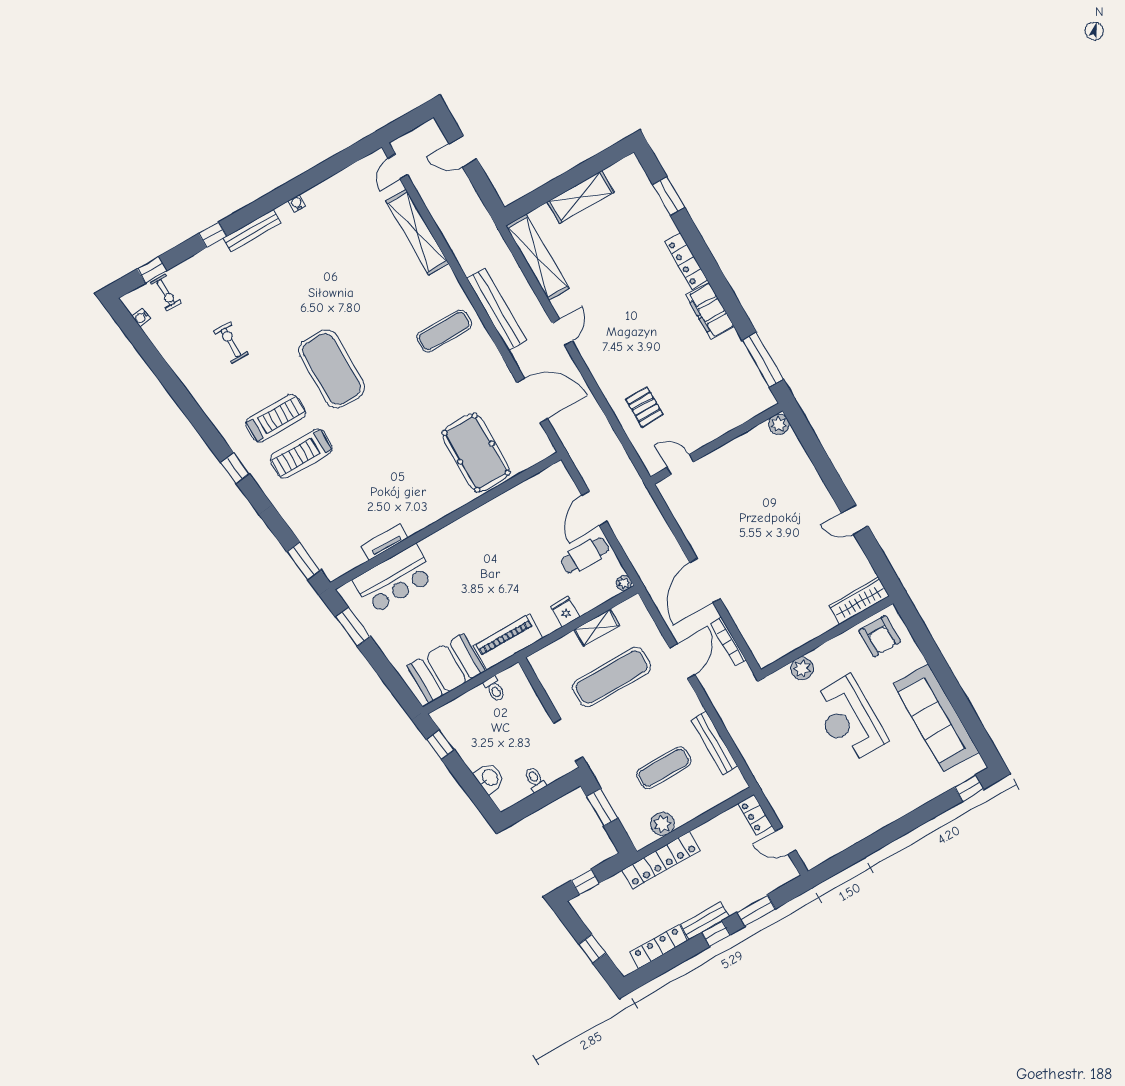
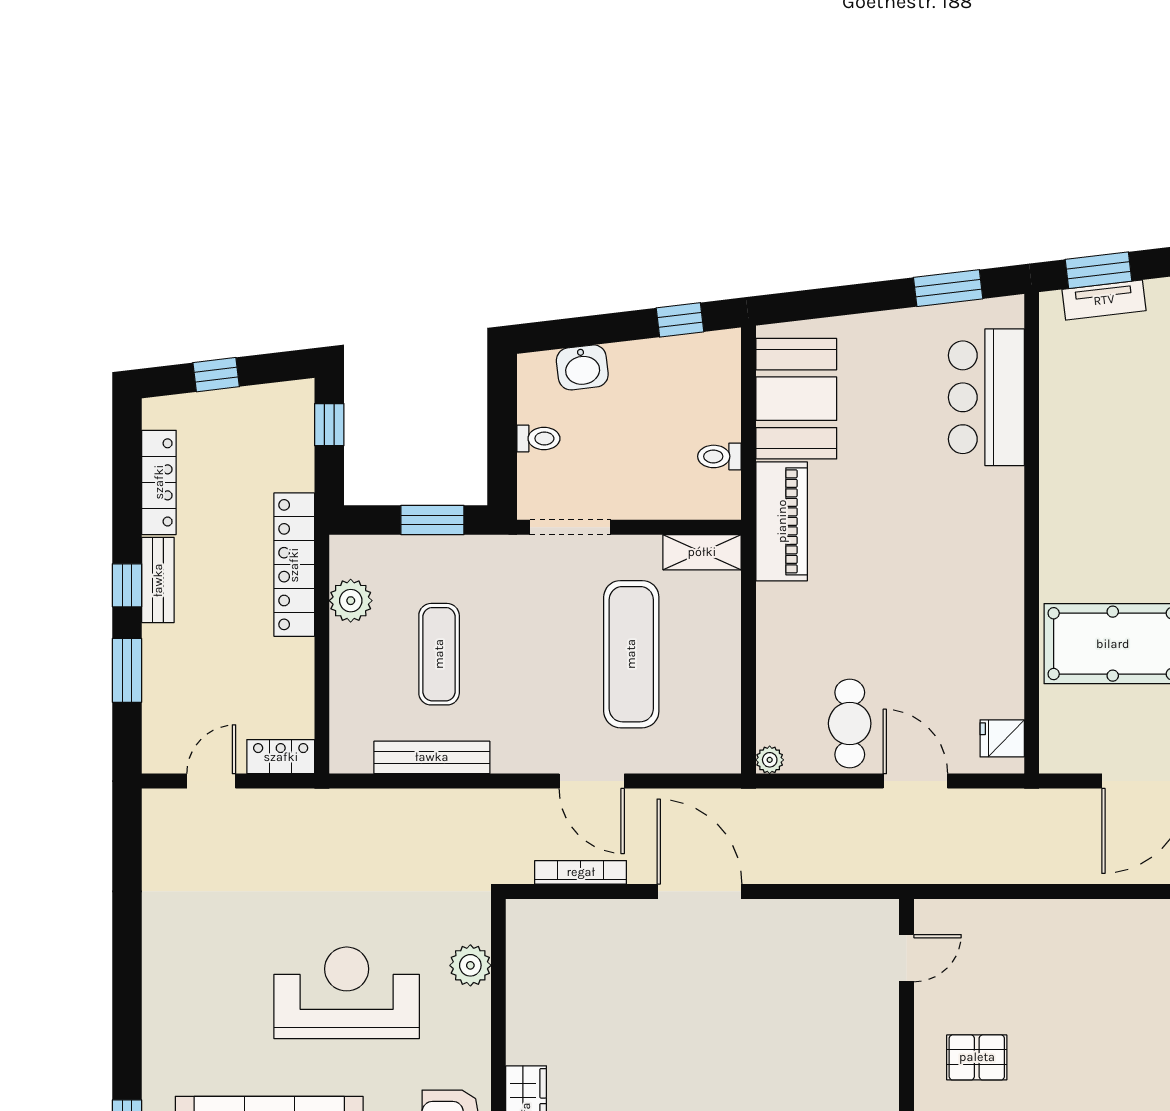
pallet: (644, 407) -> (977, 1057), moved
tv unit: (384, 542) -> (1104, 300), moved, turned 83
fridge: (565, 612) -> (1002, 738), moved, turned 180
shelving: (597, 628) -> (702, 552), moved, turned 90

